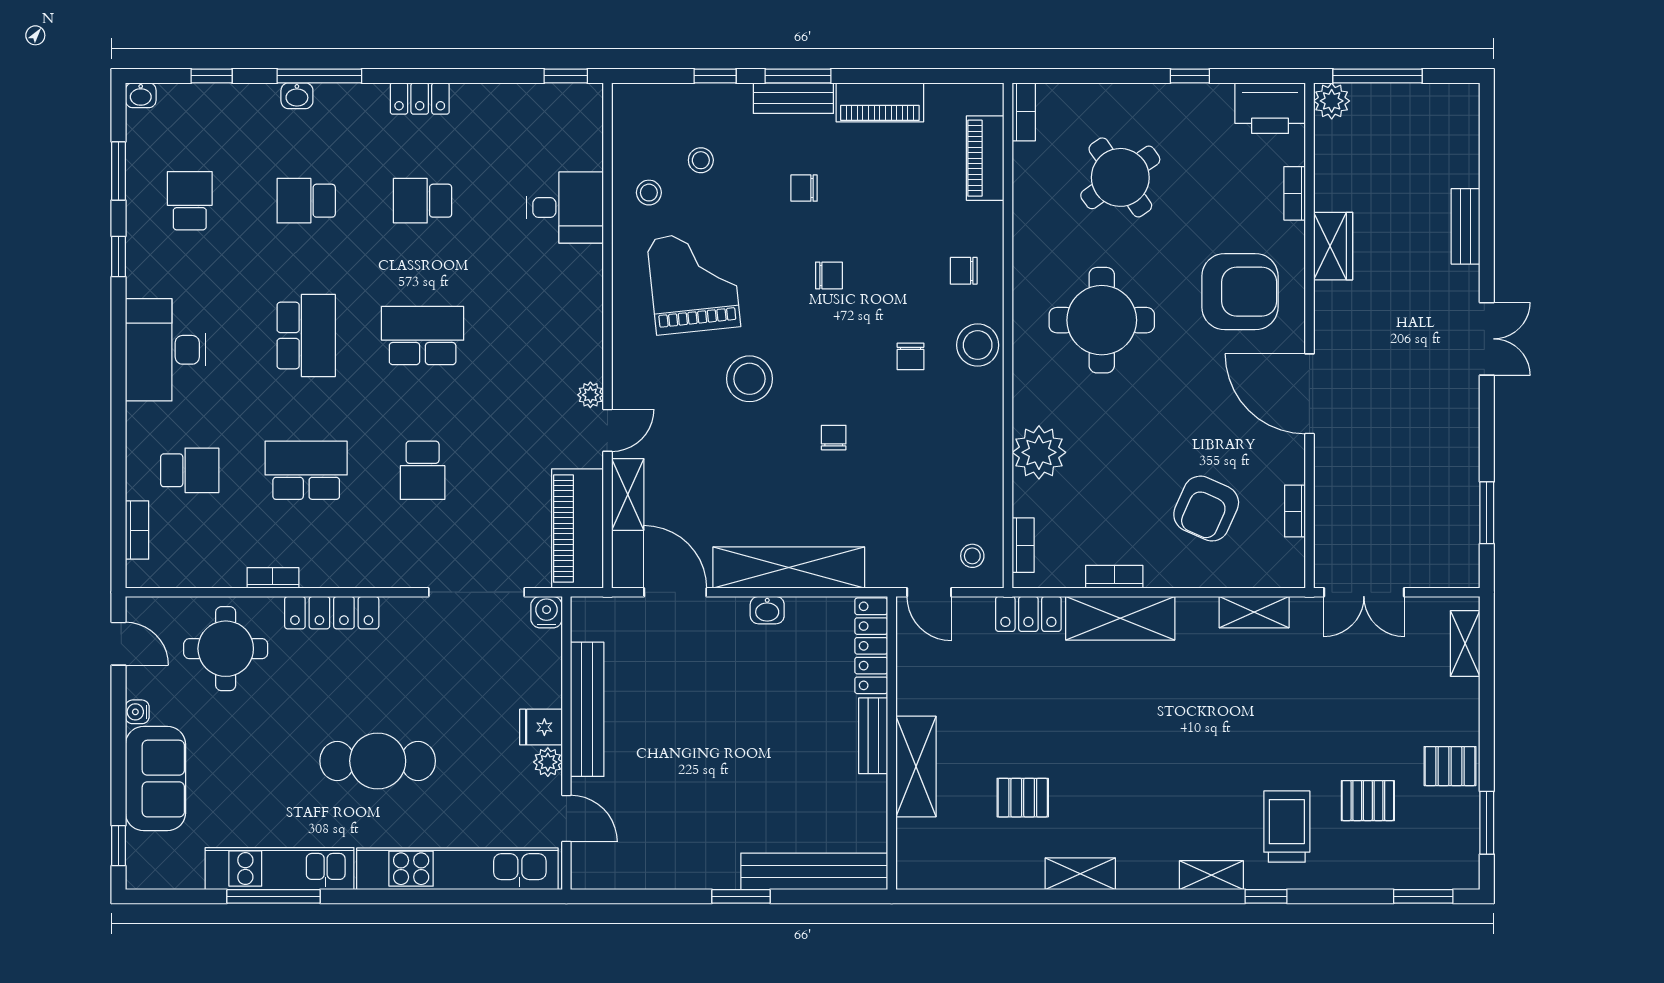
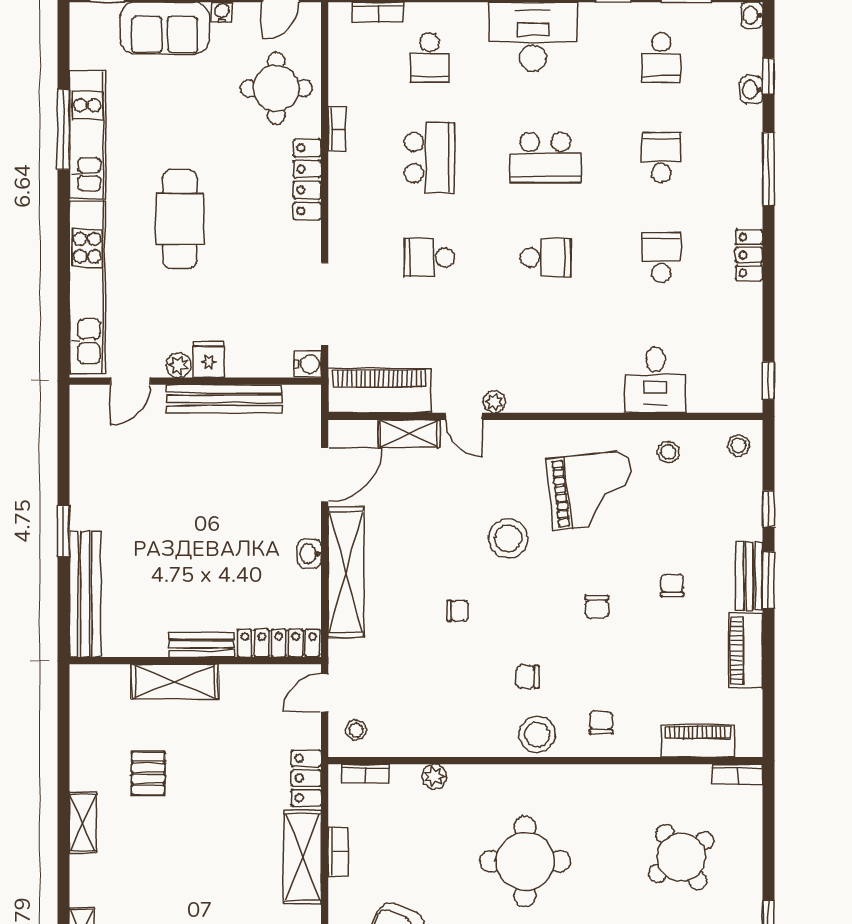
washbasin: (297, 96) -> (751, 90), moved
stool: (701, 160) -> (739, 445), moved
school desk: (190, 201) -> (661, 57), turned 90
round table: (1102, 320) -> (525, 861), moved
school desk: (423, 335) -> (545, 257), width x0.54
plant: (1039, 452) -> (434, 776), width x0.53, depth x0.53

